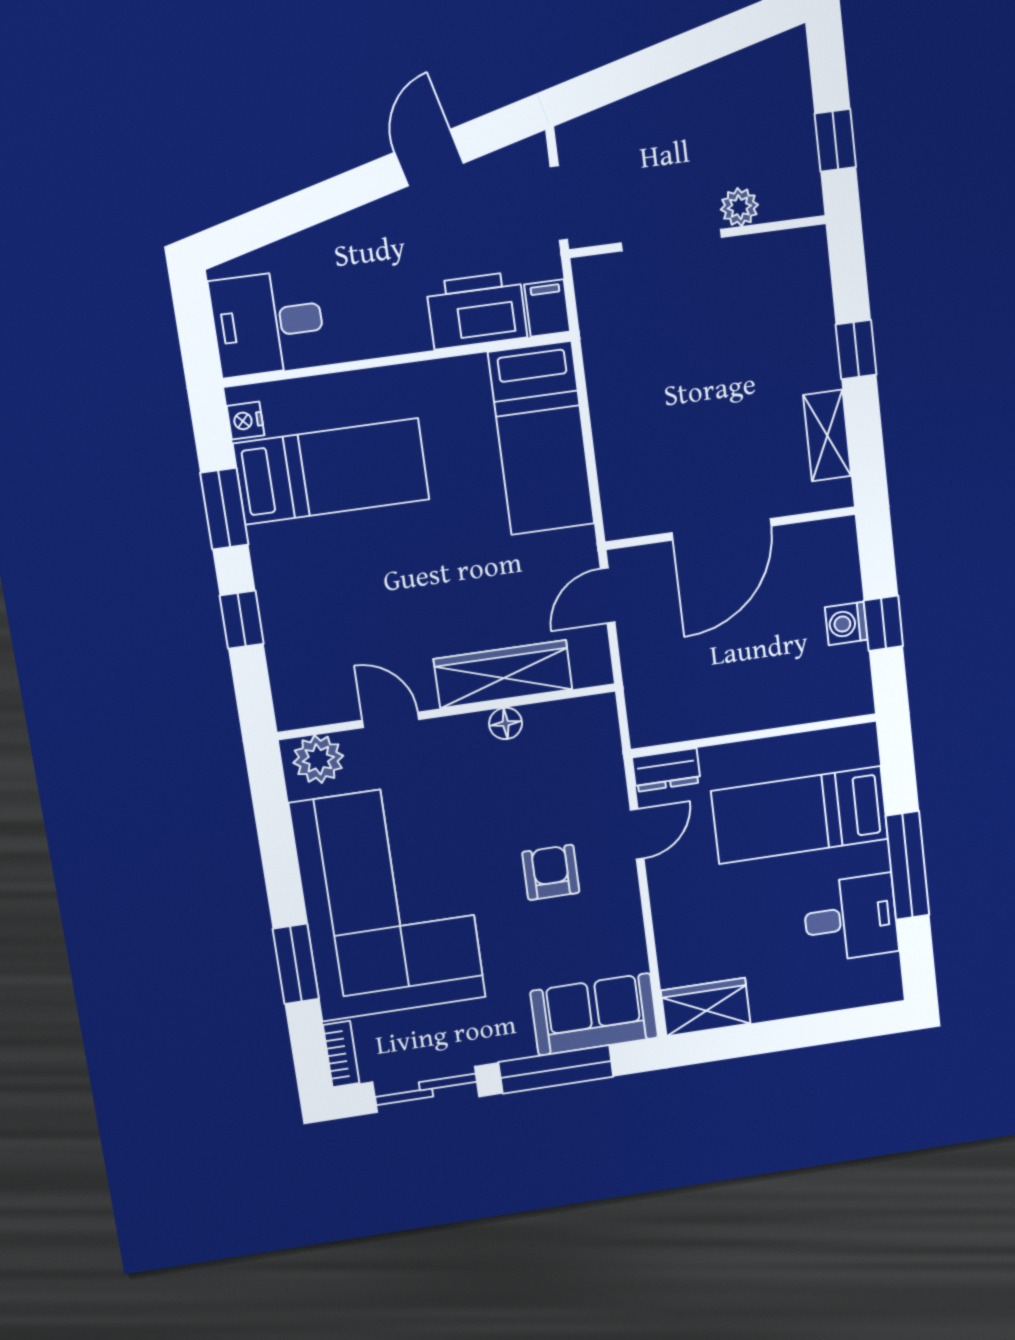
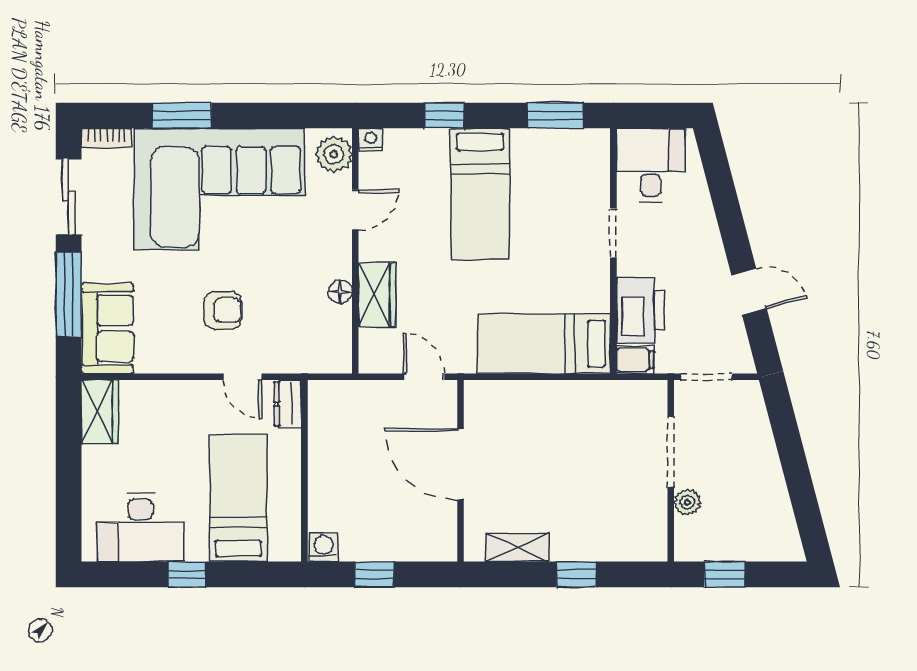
doorway: (372, 363) -> (613, 233), added
nightstand: (246, 421) -> (371, 140), moved
bed: (331, 471) -> (480, 194), moved
window: (224, 509) -> (555, 116), moved
washing machine: (846, 623) -> (323, 547), moved
wardrobe: (503, 674) -> (377, 295), width x0.67
window: (907, 865) -> (187, 574), width x0.46
desk: (851, 918) -> (141, 528), width x1.37

